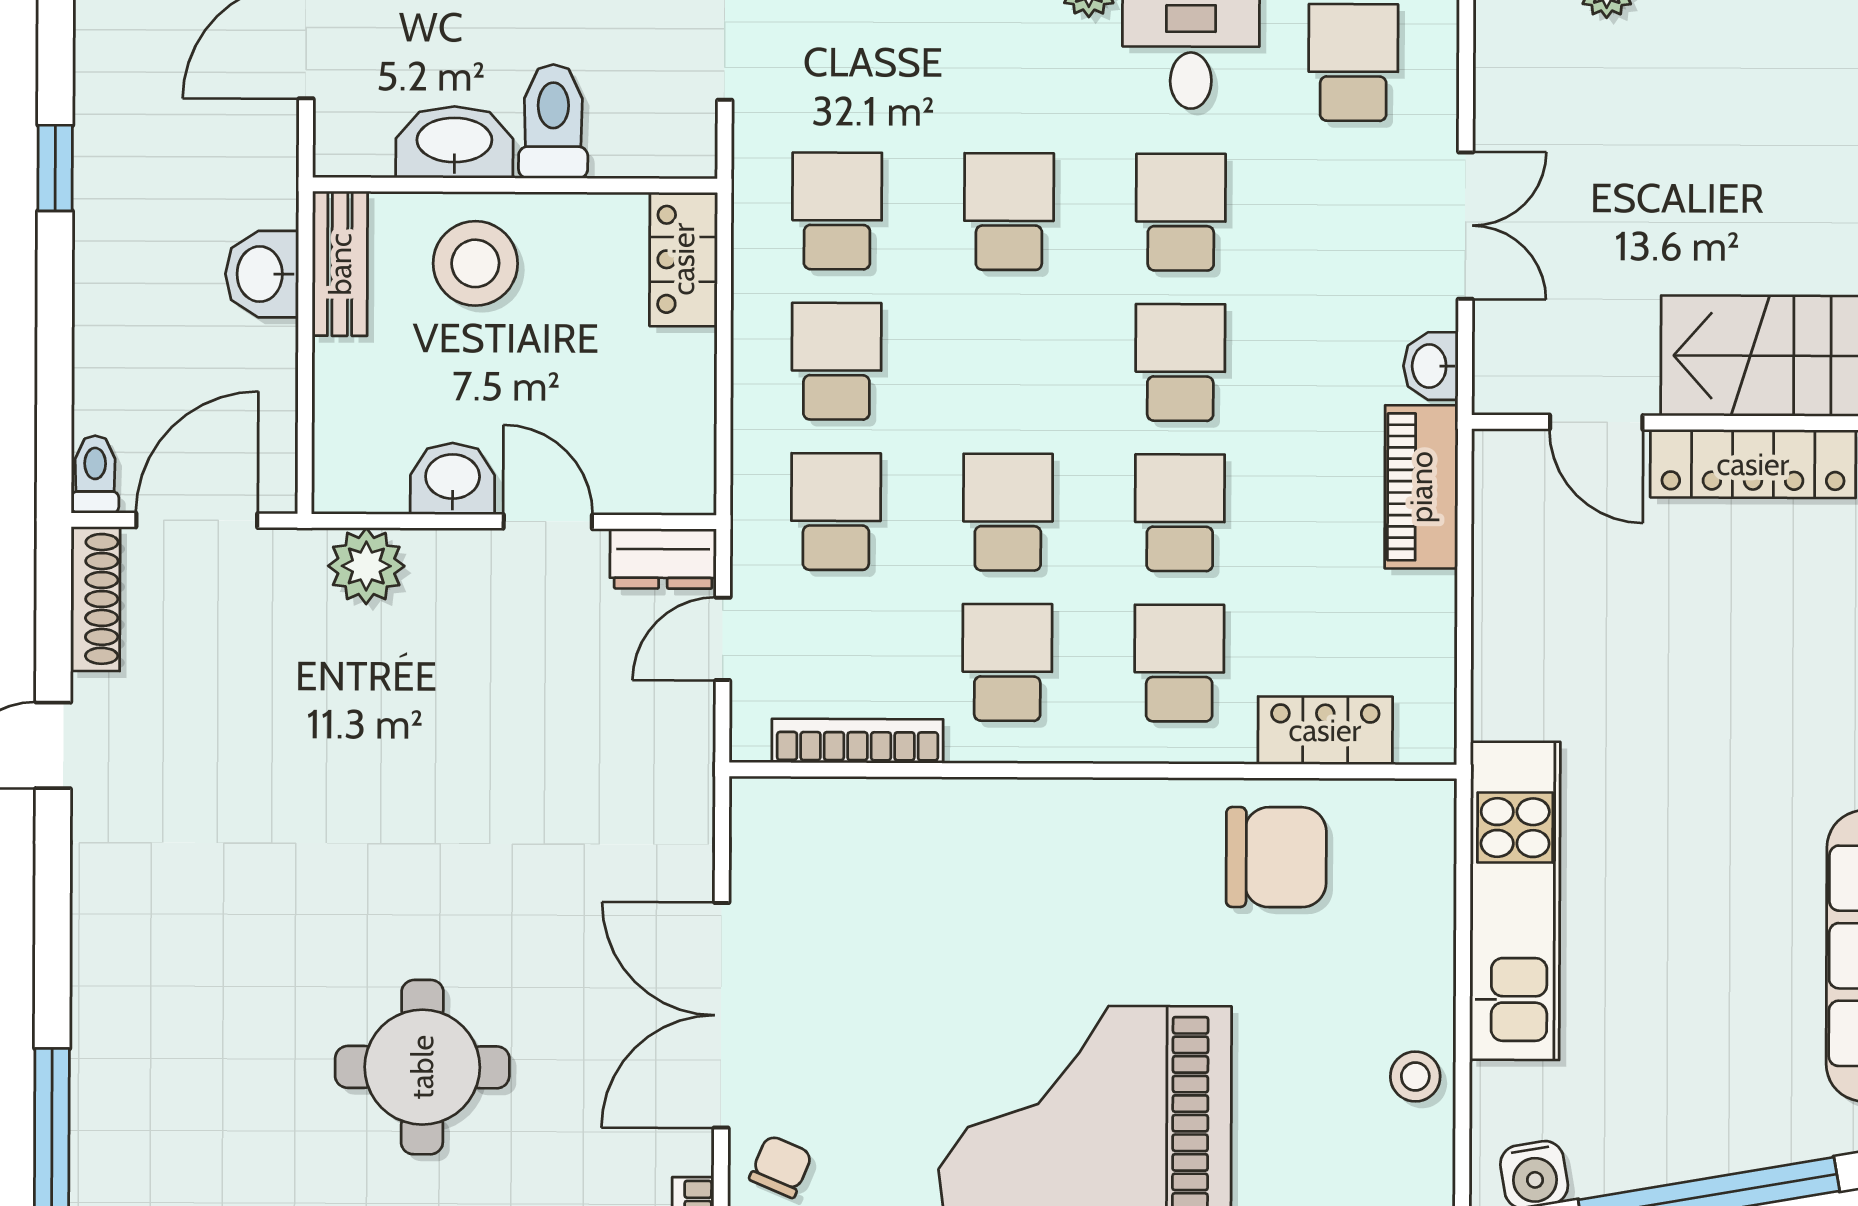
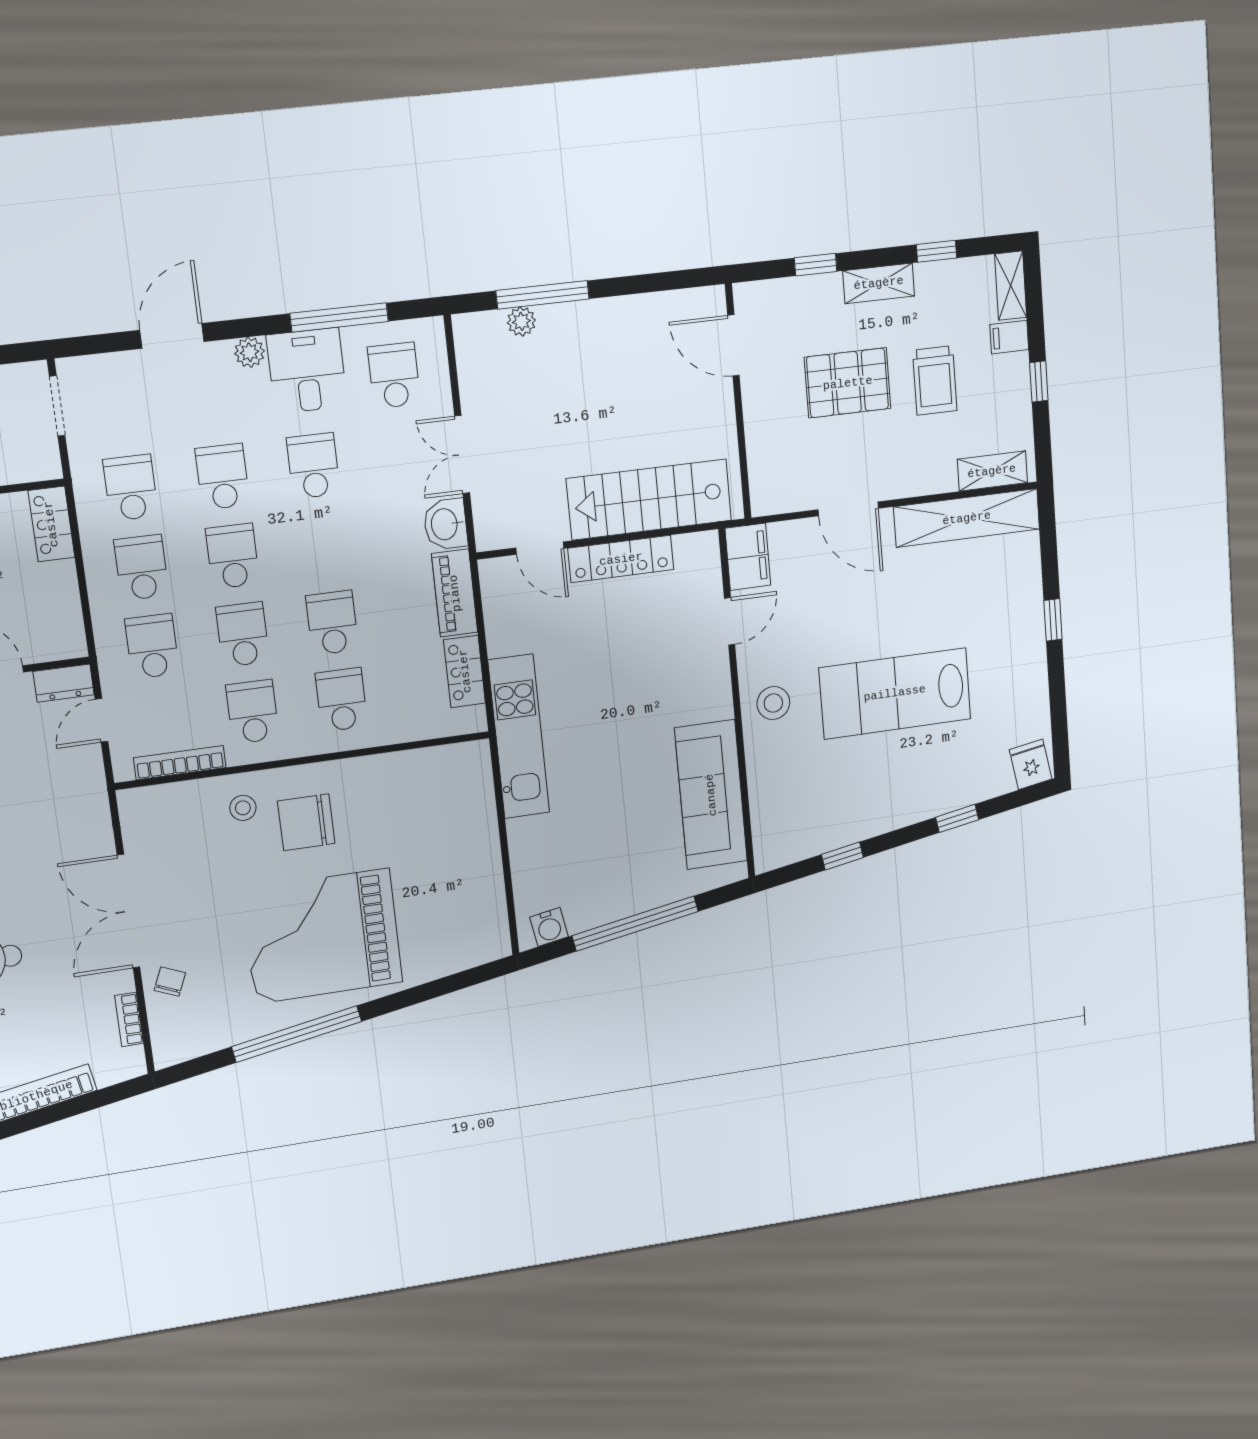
double door: (1466, 226) -> (462, 455), swing flipped
school desk: (1180, 362) -> (233, 556), moved
washbasin: (1431, 366) -> (445, 524), width x1.38, depth x1.45
locker: (1325, 730) -> (465, 671), moved, turned -90
chair: (1276, 857) -> (306, 822), moved, turned 180
kitchen unit: (1515, 901) -> (519, 737), moved
stool: (1415, 1076) -> (243, 808), moved

